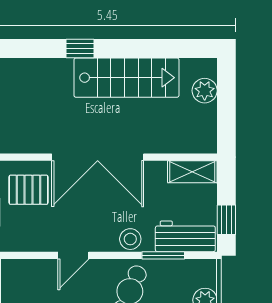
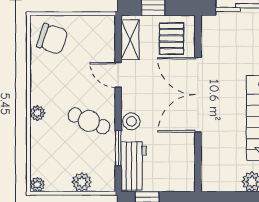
shelving: (192, 172) -> (130, 40), moved

